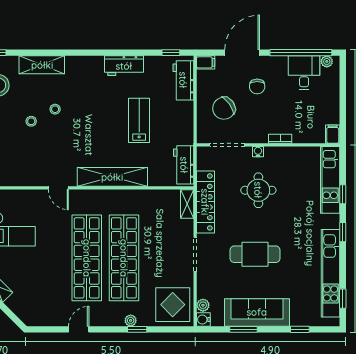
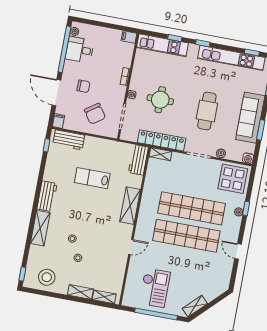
shelving: (42, 65) -> (40, 228), moved
workbench: (124, 66) -> (47, 196), moved
workbench: (184, 165) -> (138, 160), moved, turned 90
shelving: (112, 177) -> (130, 206), width x0.68
plant: (203, 305) -> (221, 153), moved

